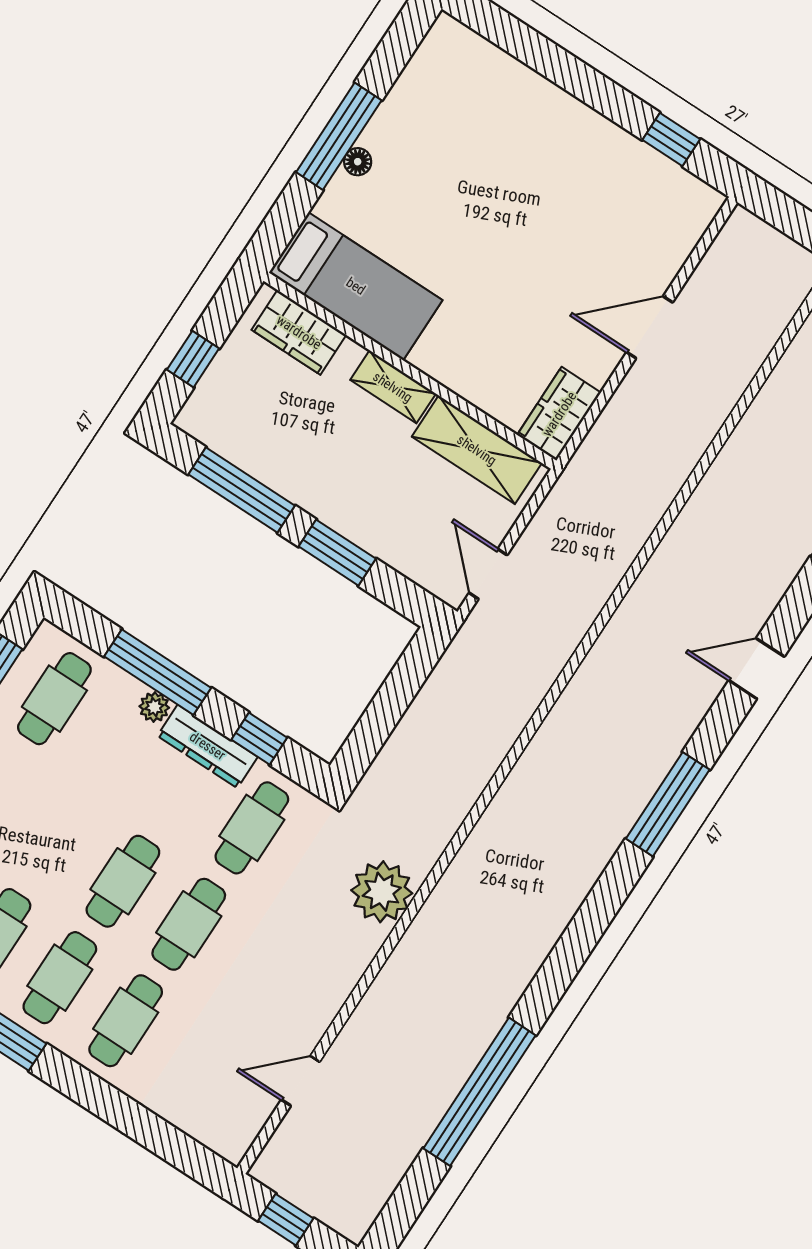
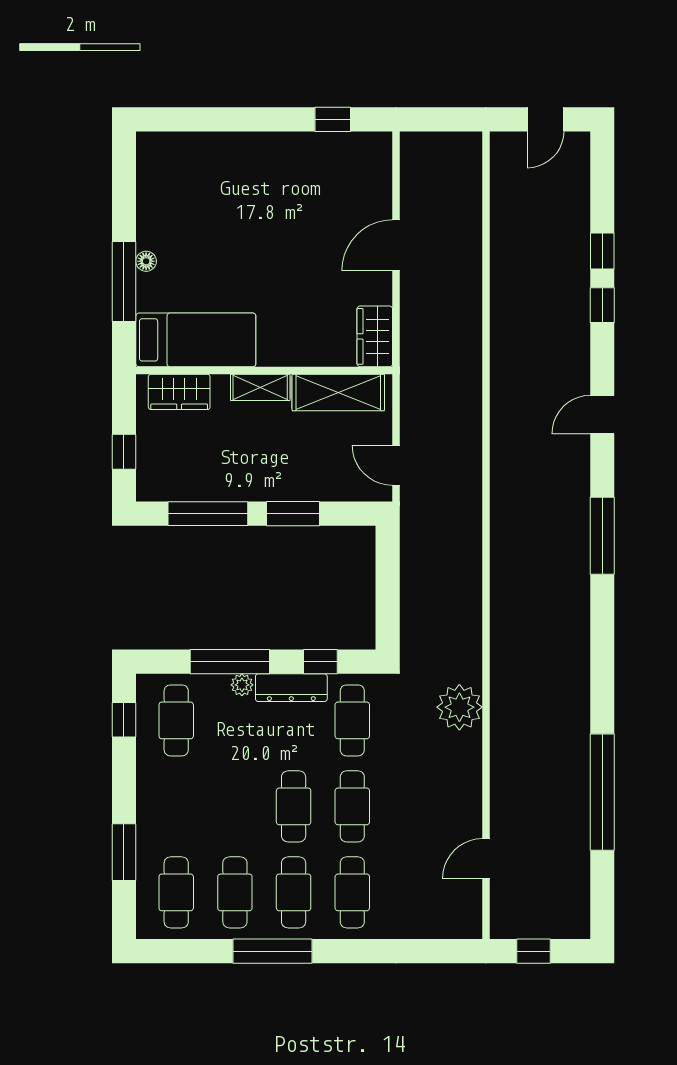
window: (339, 136) -> (124, 281), moved

